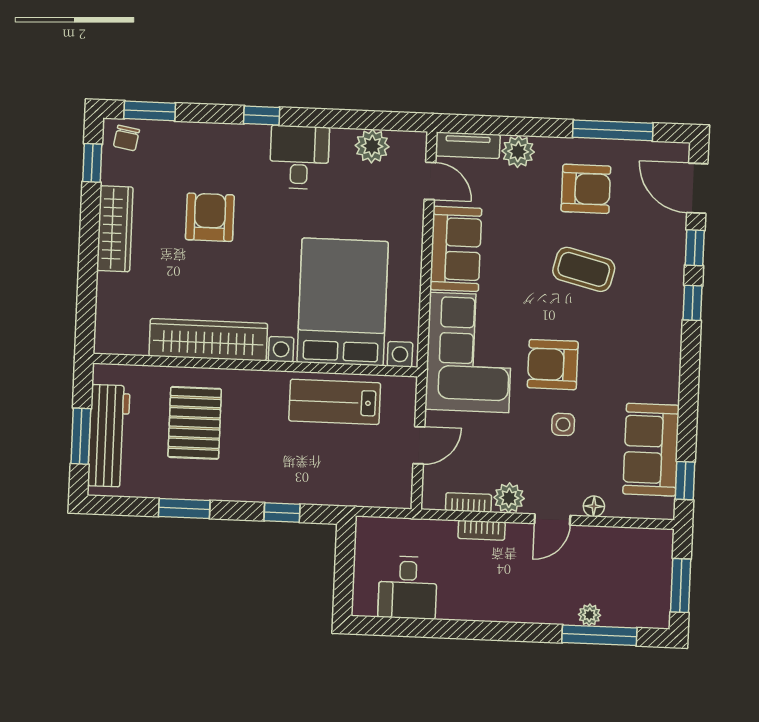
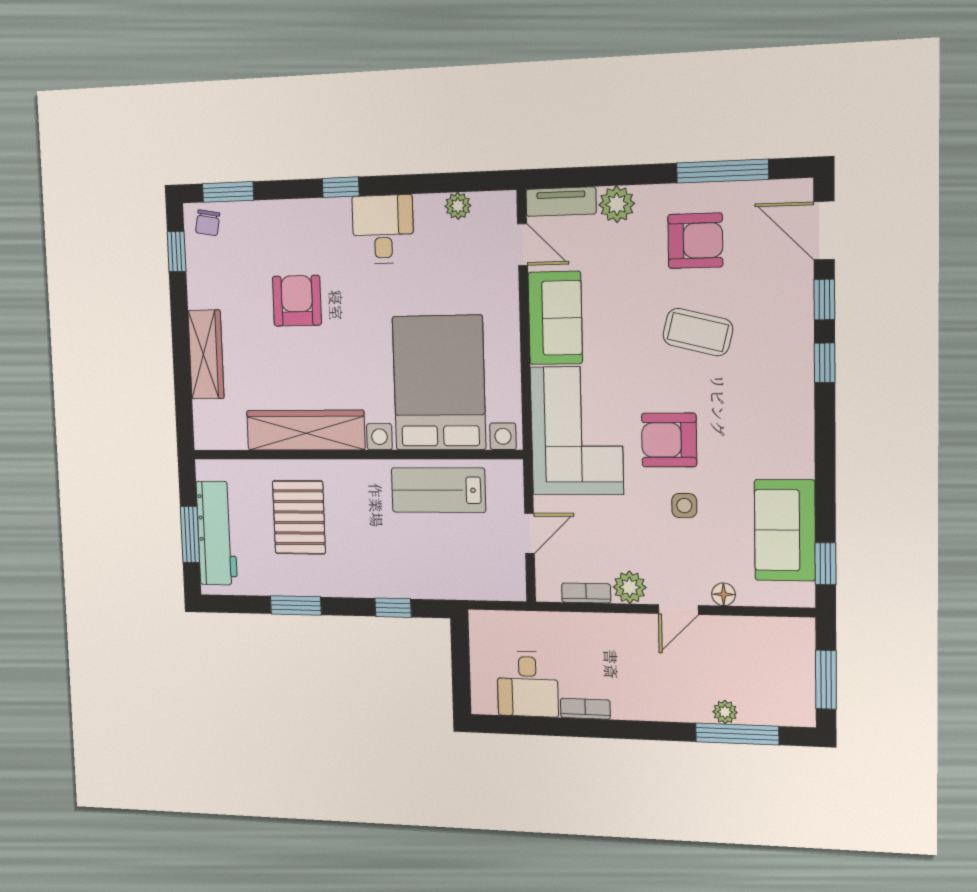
plant: (372, 146) -> (458, 206), width x0.73, depth x0.73
wardrobe: (115, 229) -> (206, 355), moved
bookcase: (482, 530) -> (585, 709), moved, turned 180

